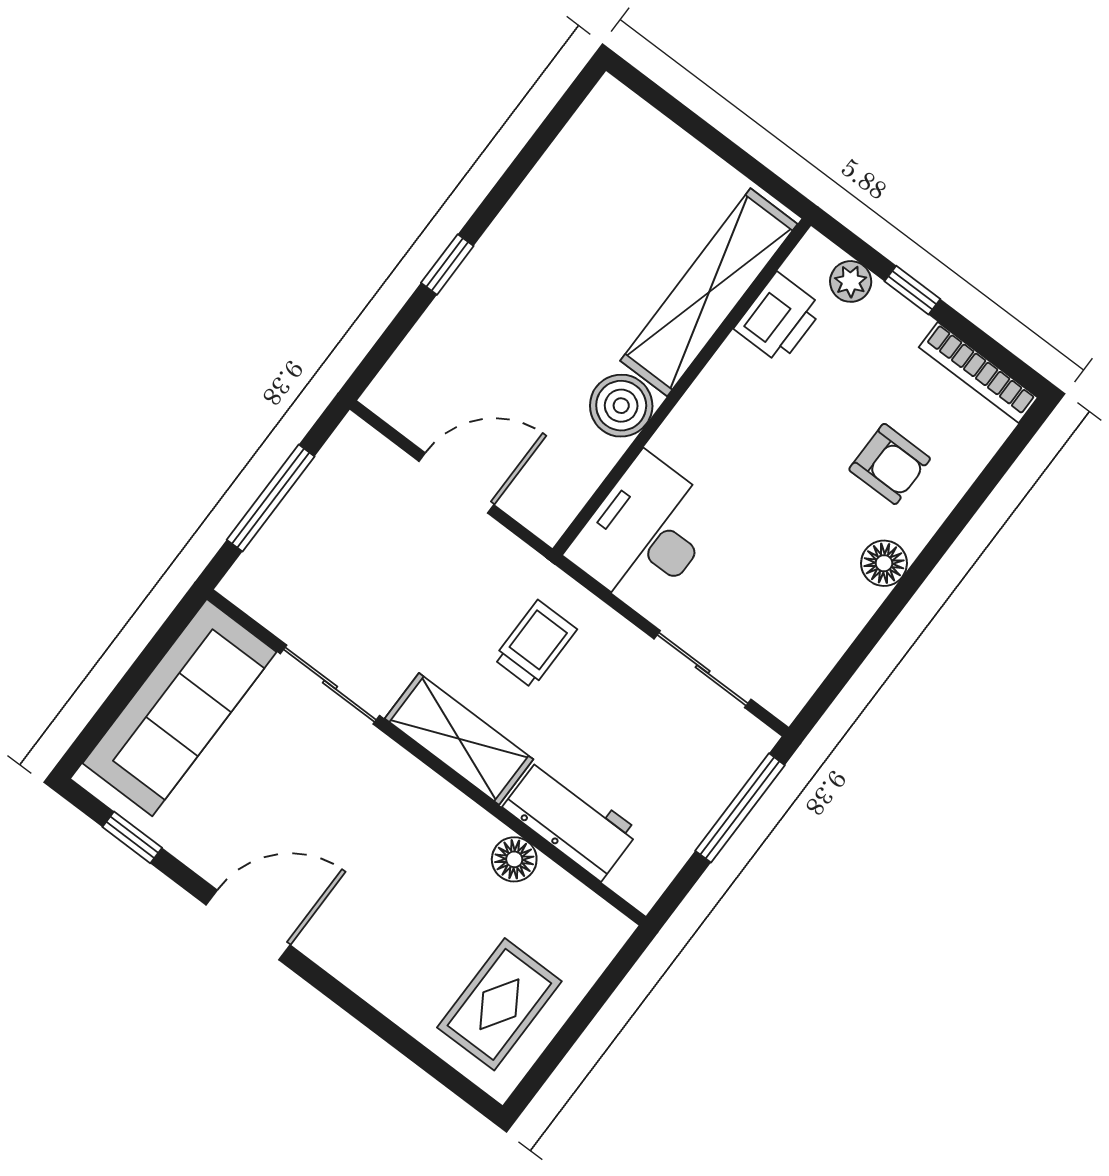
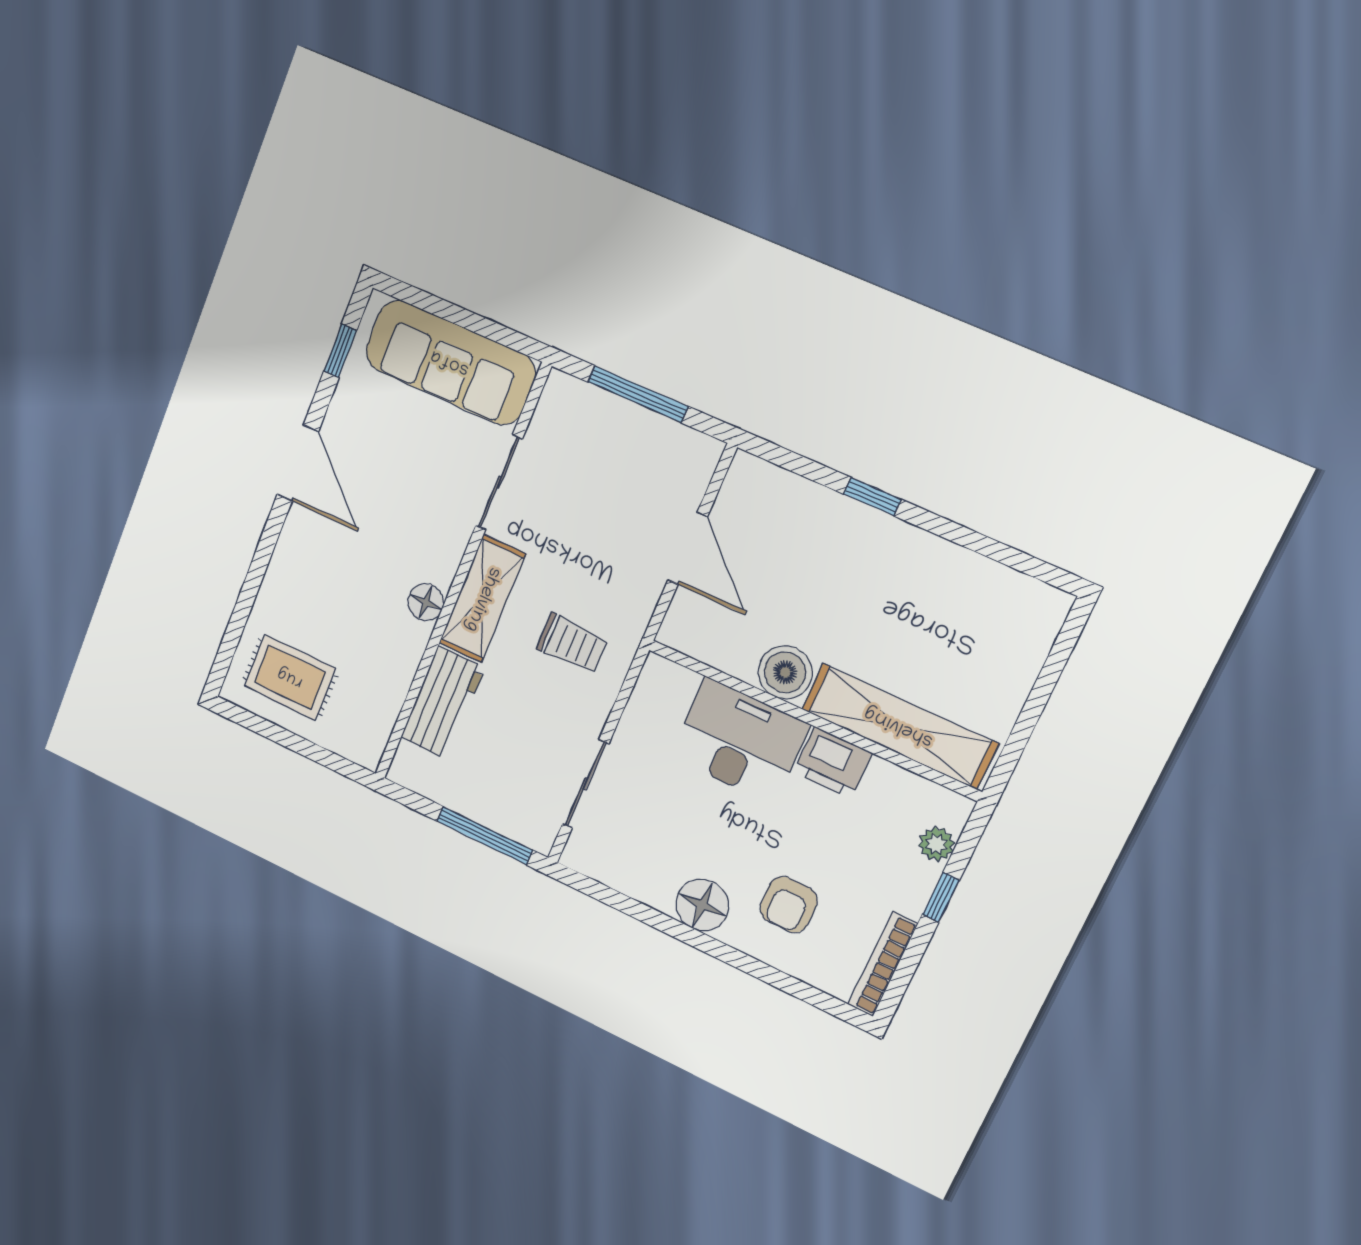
printer: (779, 318) -> (833, 763), moved
desk: (645, 533) -> (740, 741), moved
floor lamp: (884, 563) -> (702, 905), width x1.38, depth x1.38
floor lamp: (514, 859) -> (426, 602), moved

